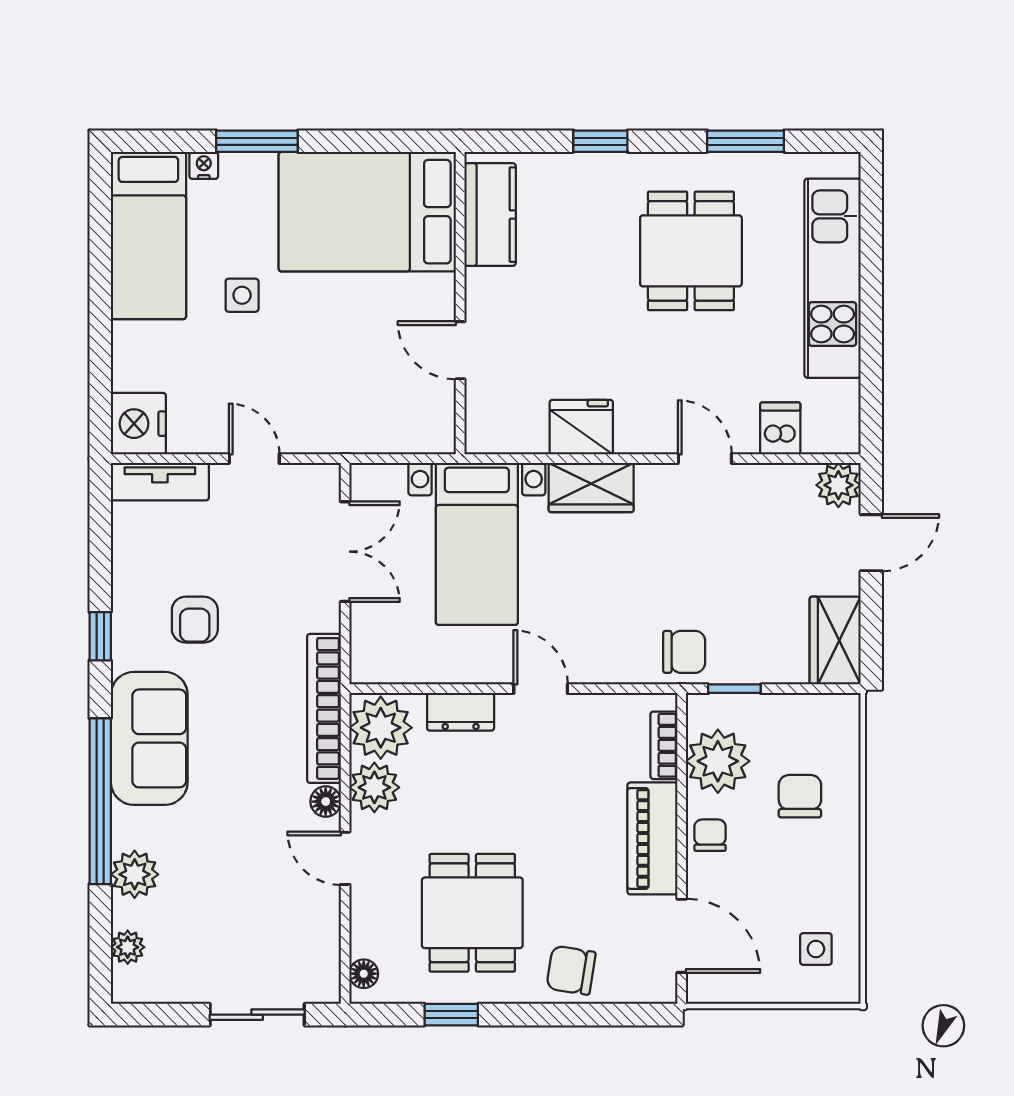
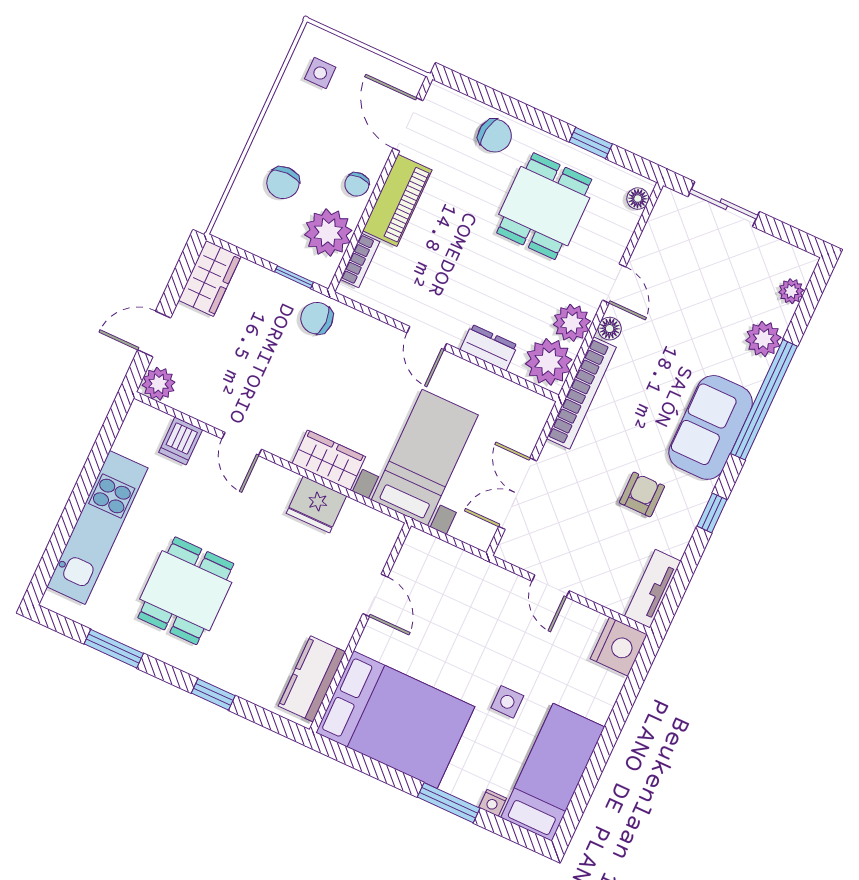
tv unit: (160, 482) -> (653, 589), moved, turned -90

